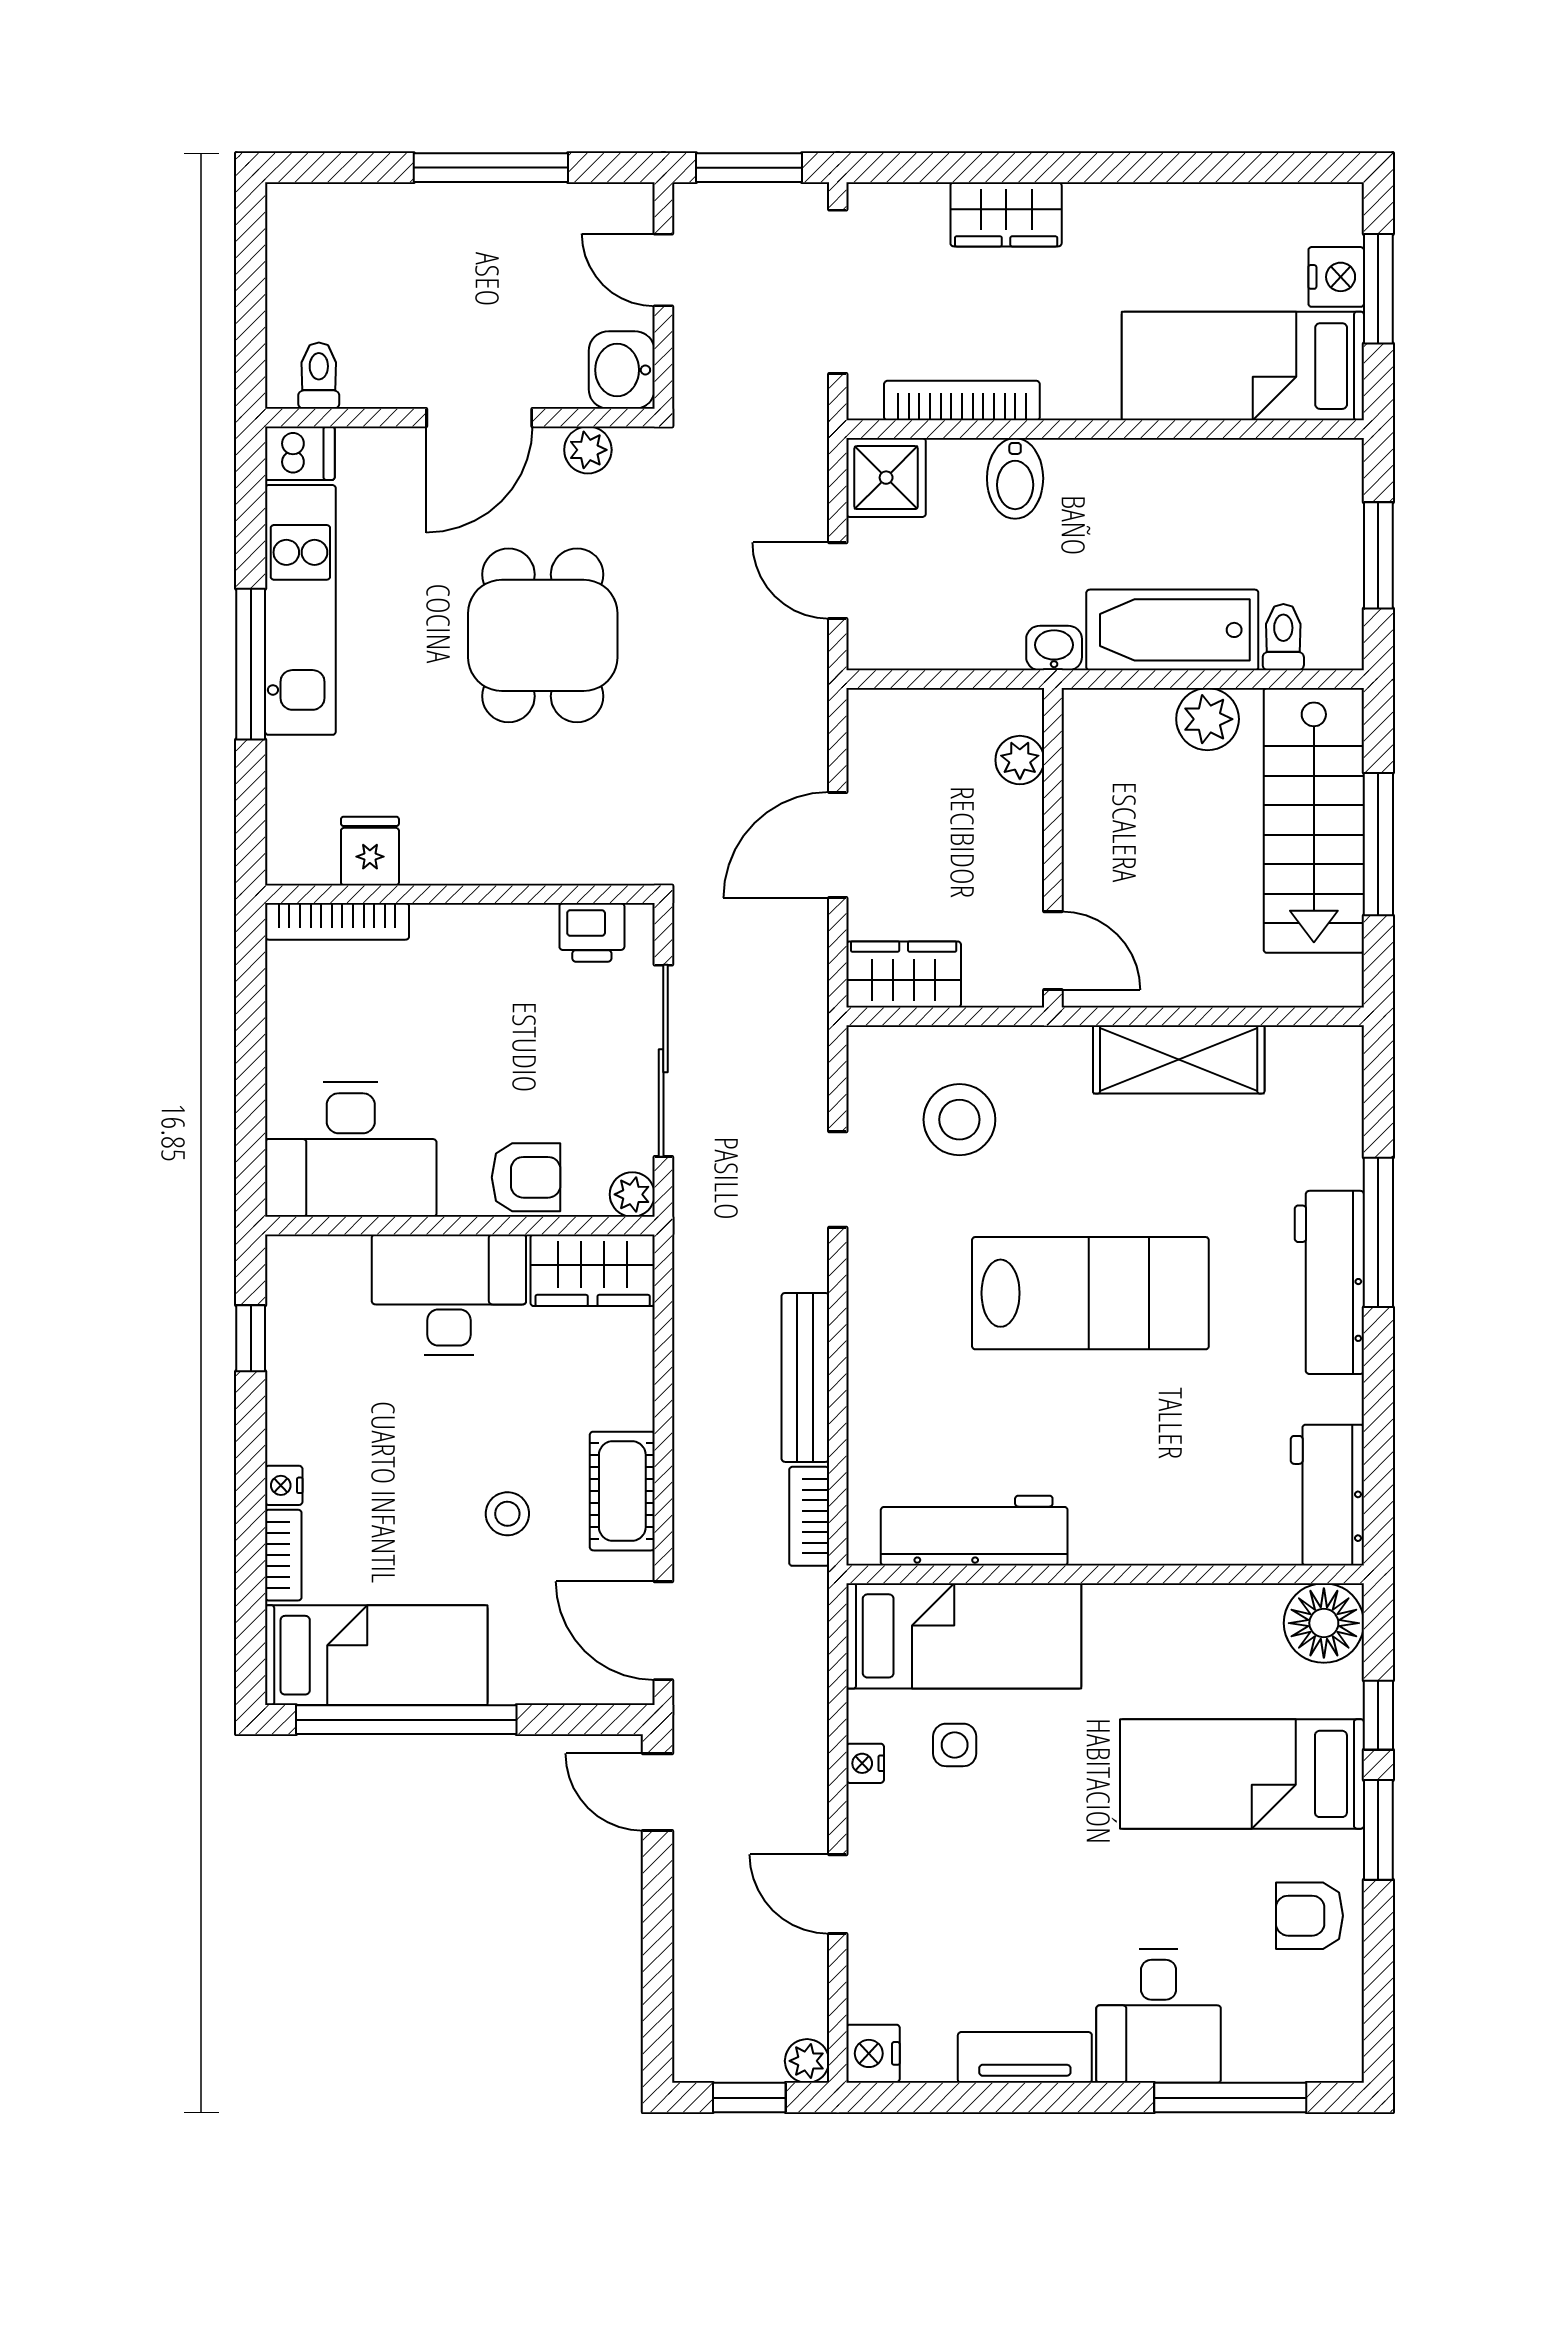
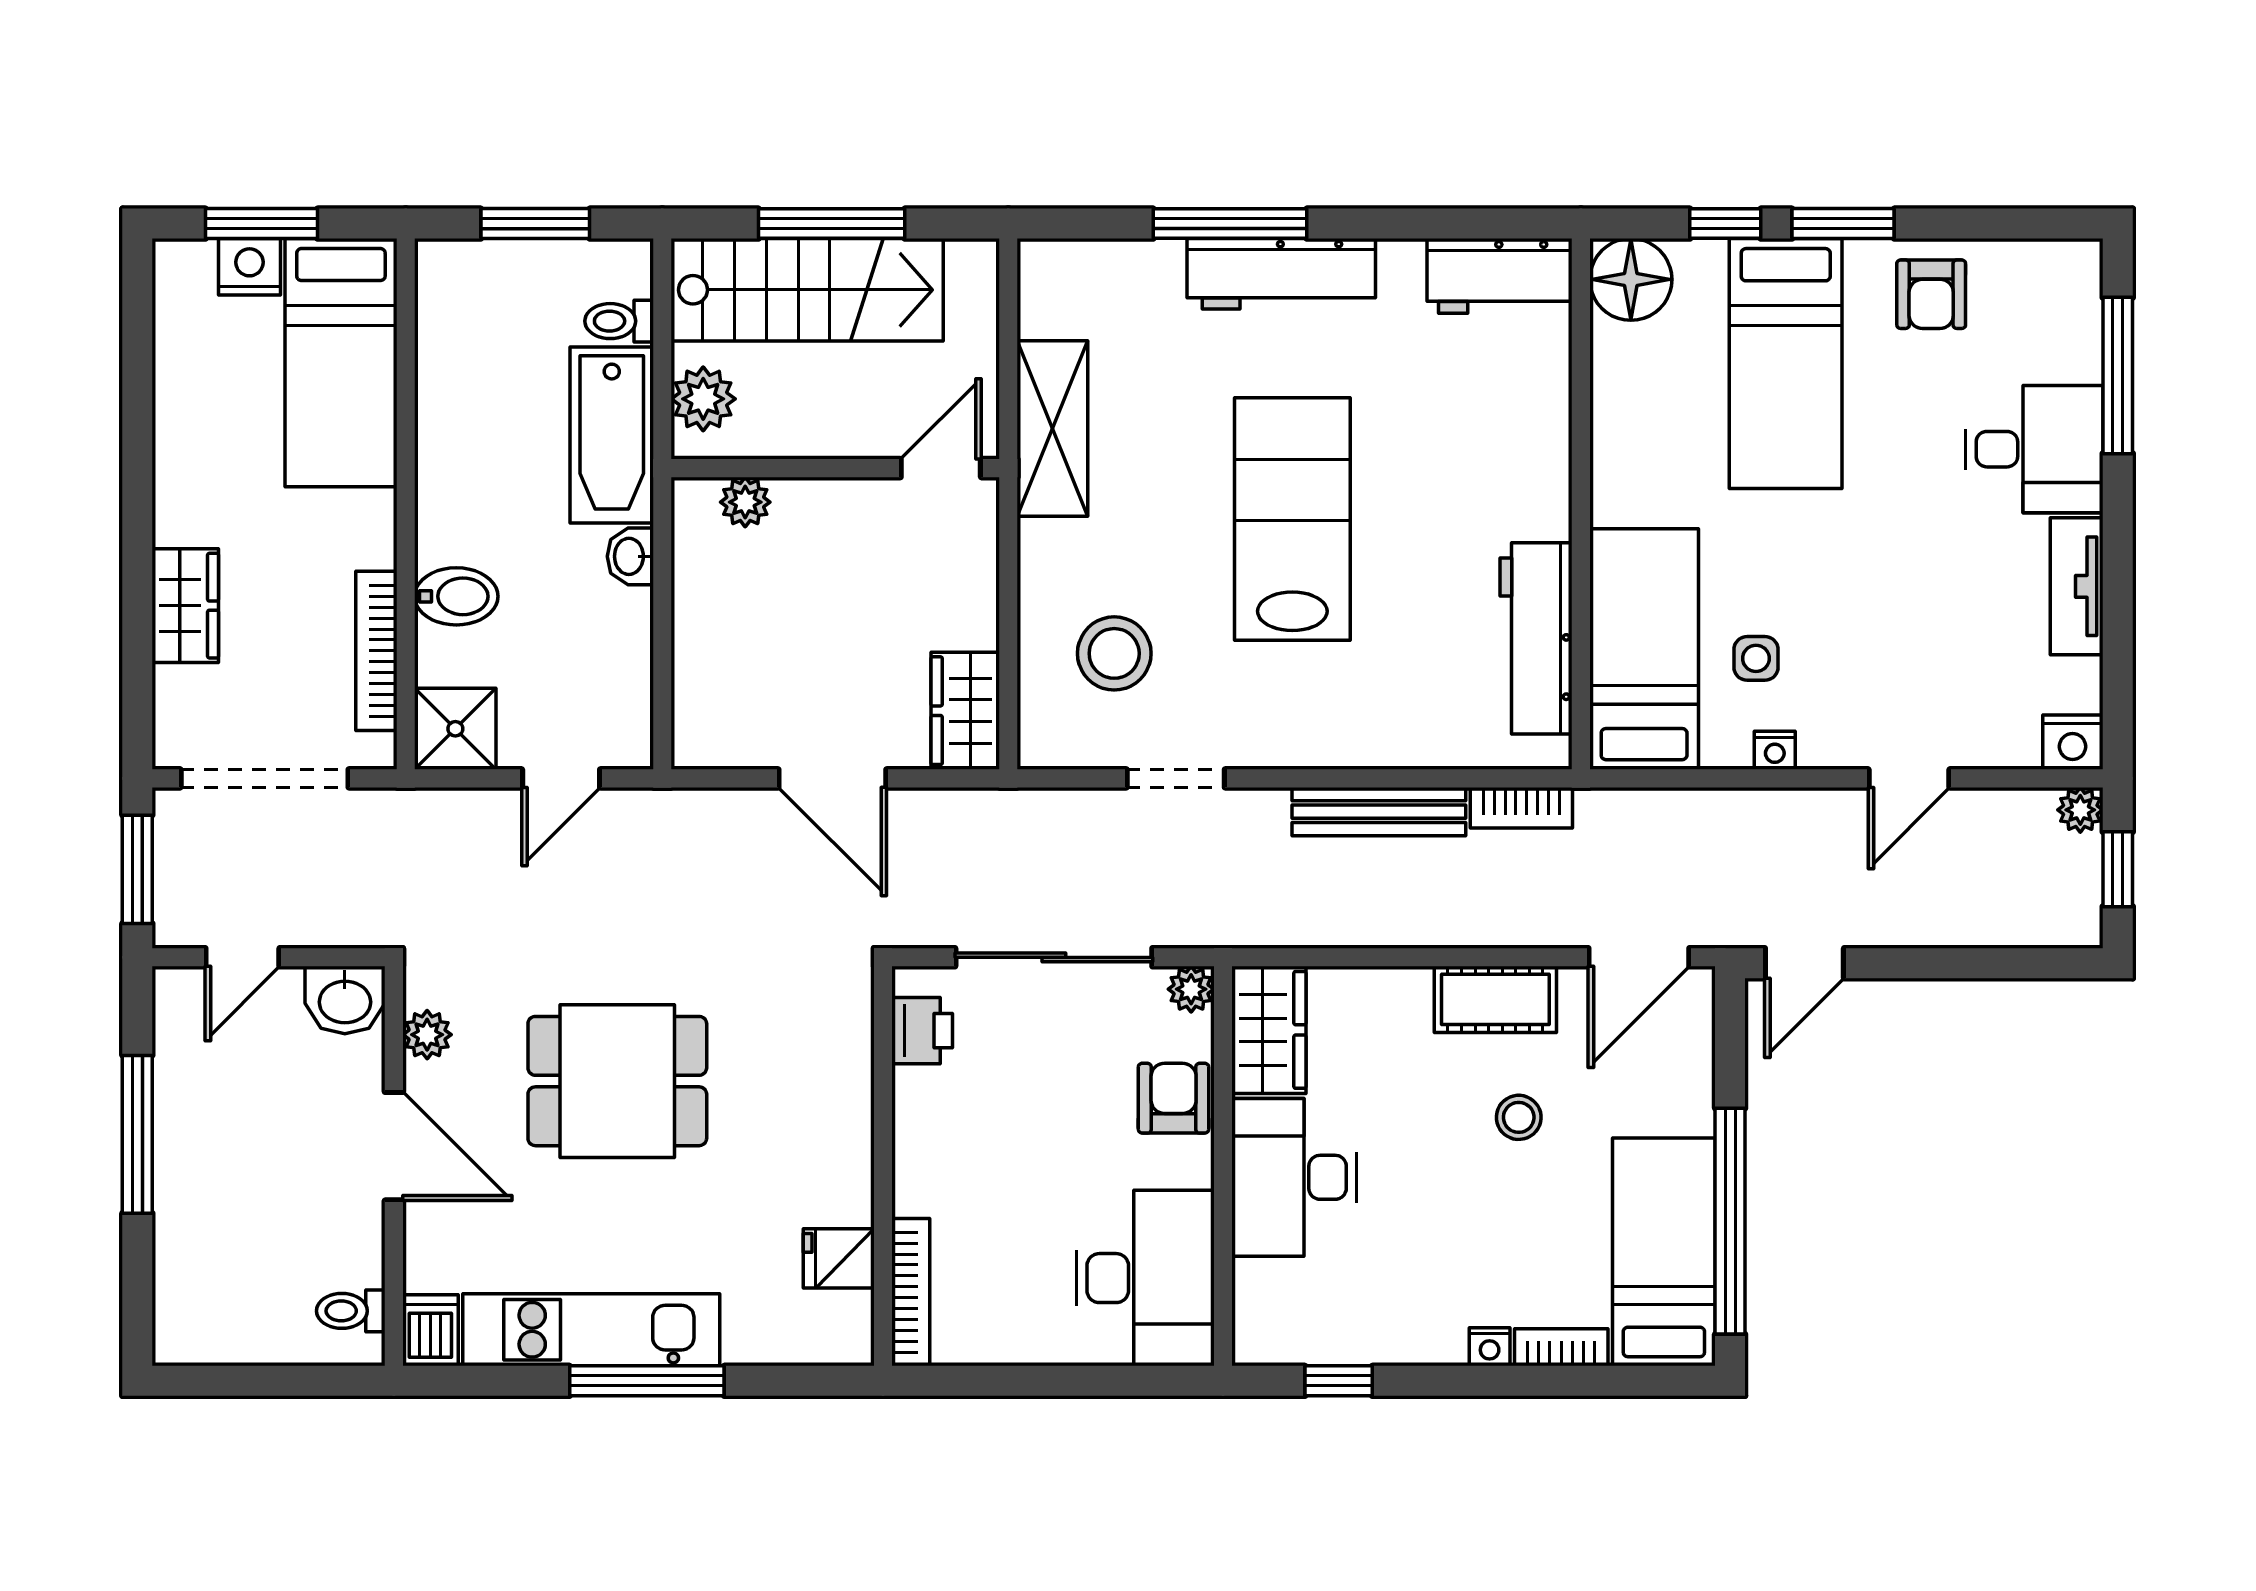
plant: (1020, 760) -> (745, 502), moved
wall: (1053, 848) -> (835, 468), moved
door: (1053, 951) -> (941, 468), moved

